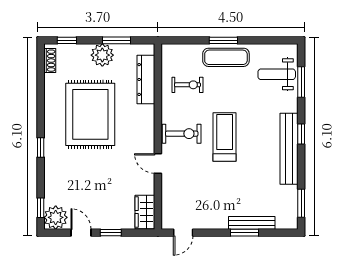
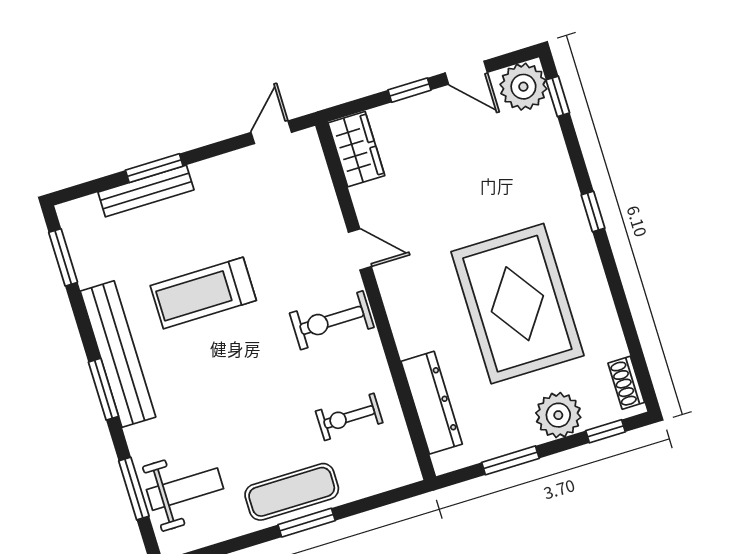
plant: (102, 55) -> (558, 415), moved
window: (301, 134) -> (103, 389), width x1.50
treadmill: (225, 137) -> (203, 293), moved, turned 90

